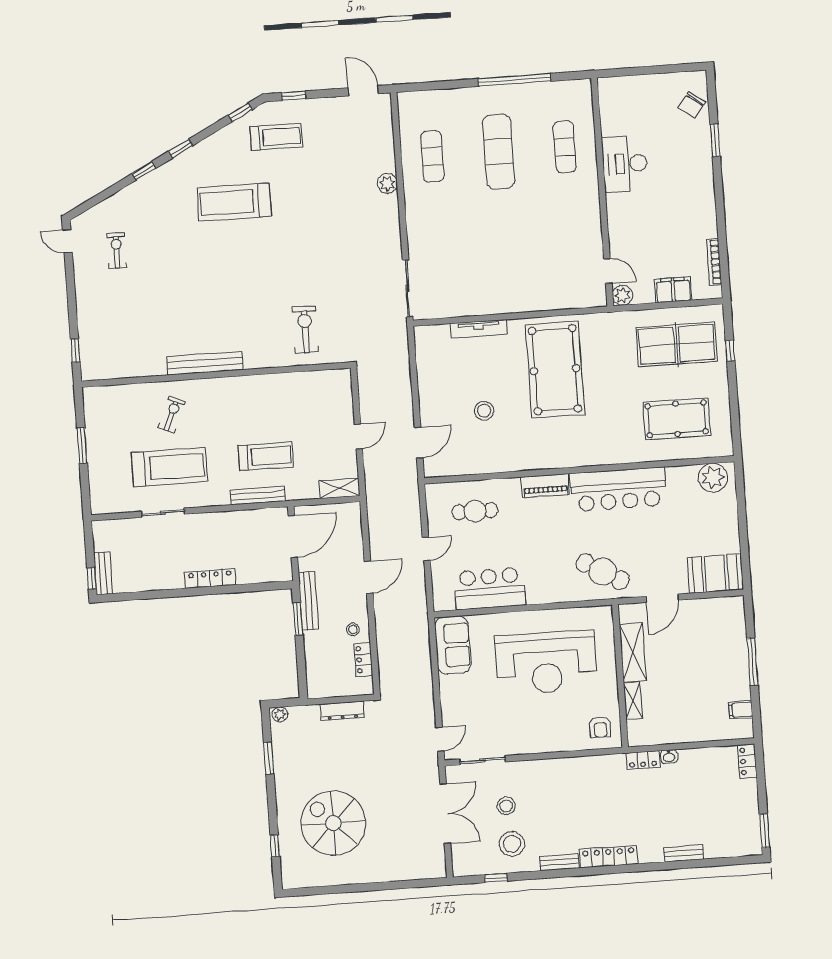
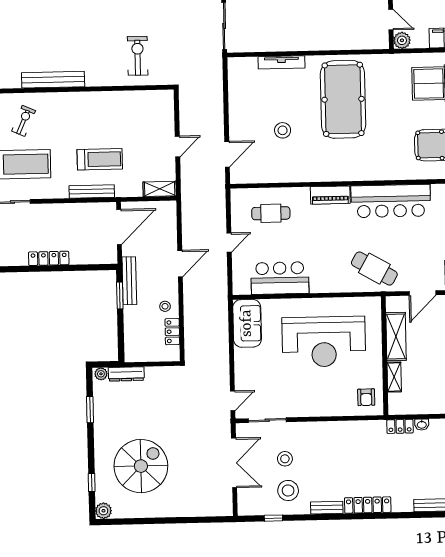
dresser: (342, 711) -> (126, 374), moved
spiral stairs: (333, 823) -> (141, 466), turned 90
plant: (291, 879) -> (103, 511), added

